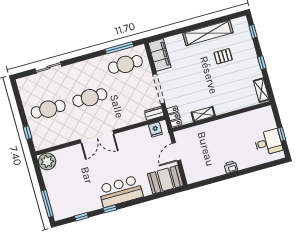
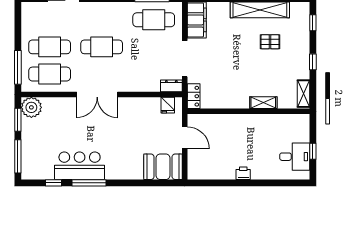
shelving: (203, 114) -> (263, 103), moved
cafe table: (54, 131) -> (50, 74), added
window: (27, 133) -> (18, 67), width x2.17
door: (176, 152) -> (185, 138), swing flipped
window: (39, 174) -> (18, 120), added
bar counter: (121, 191) -> (80, 166), moved
window: (110, 209) -> (89, 183), width x2.17

